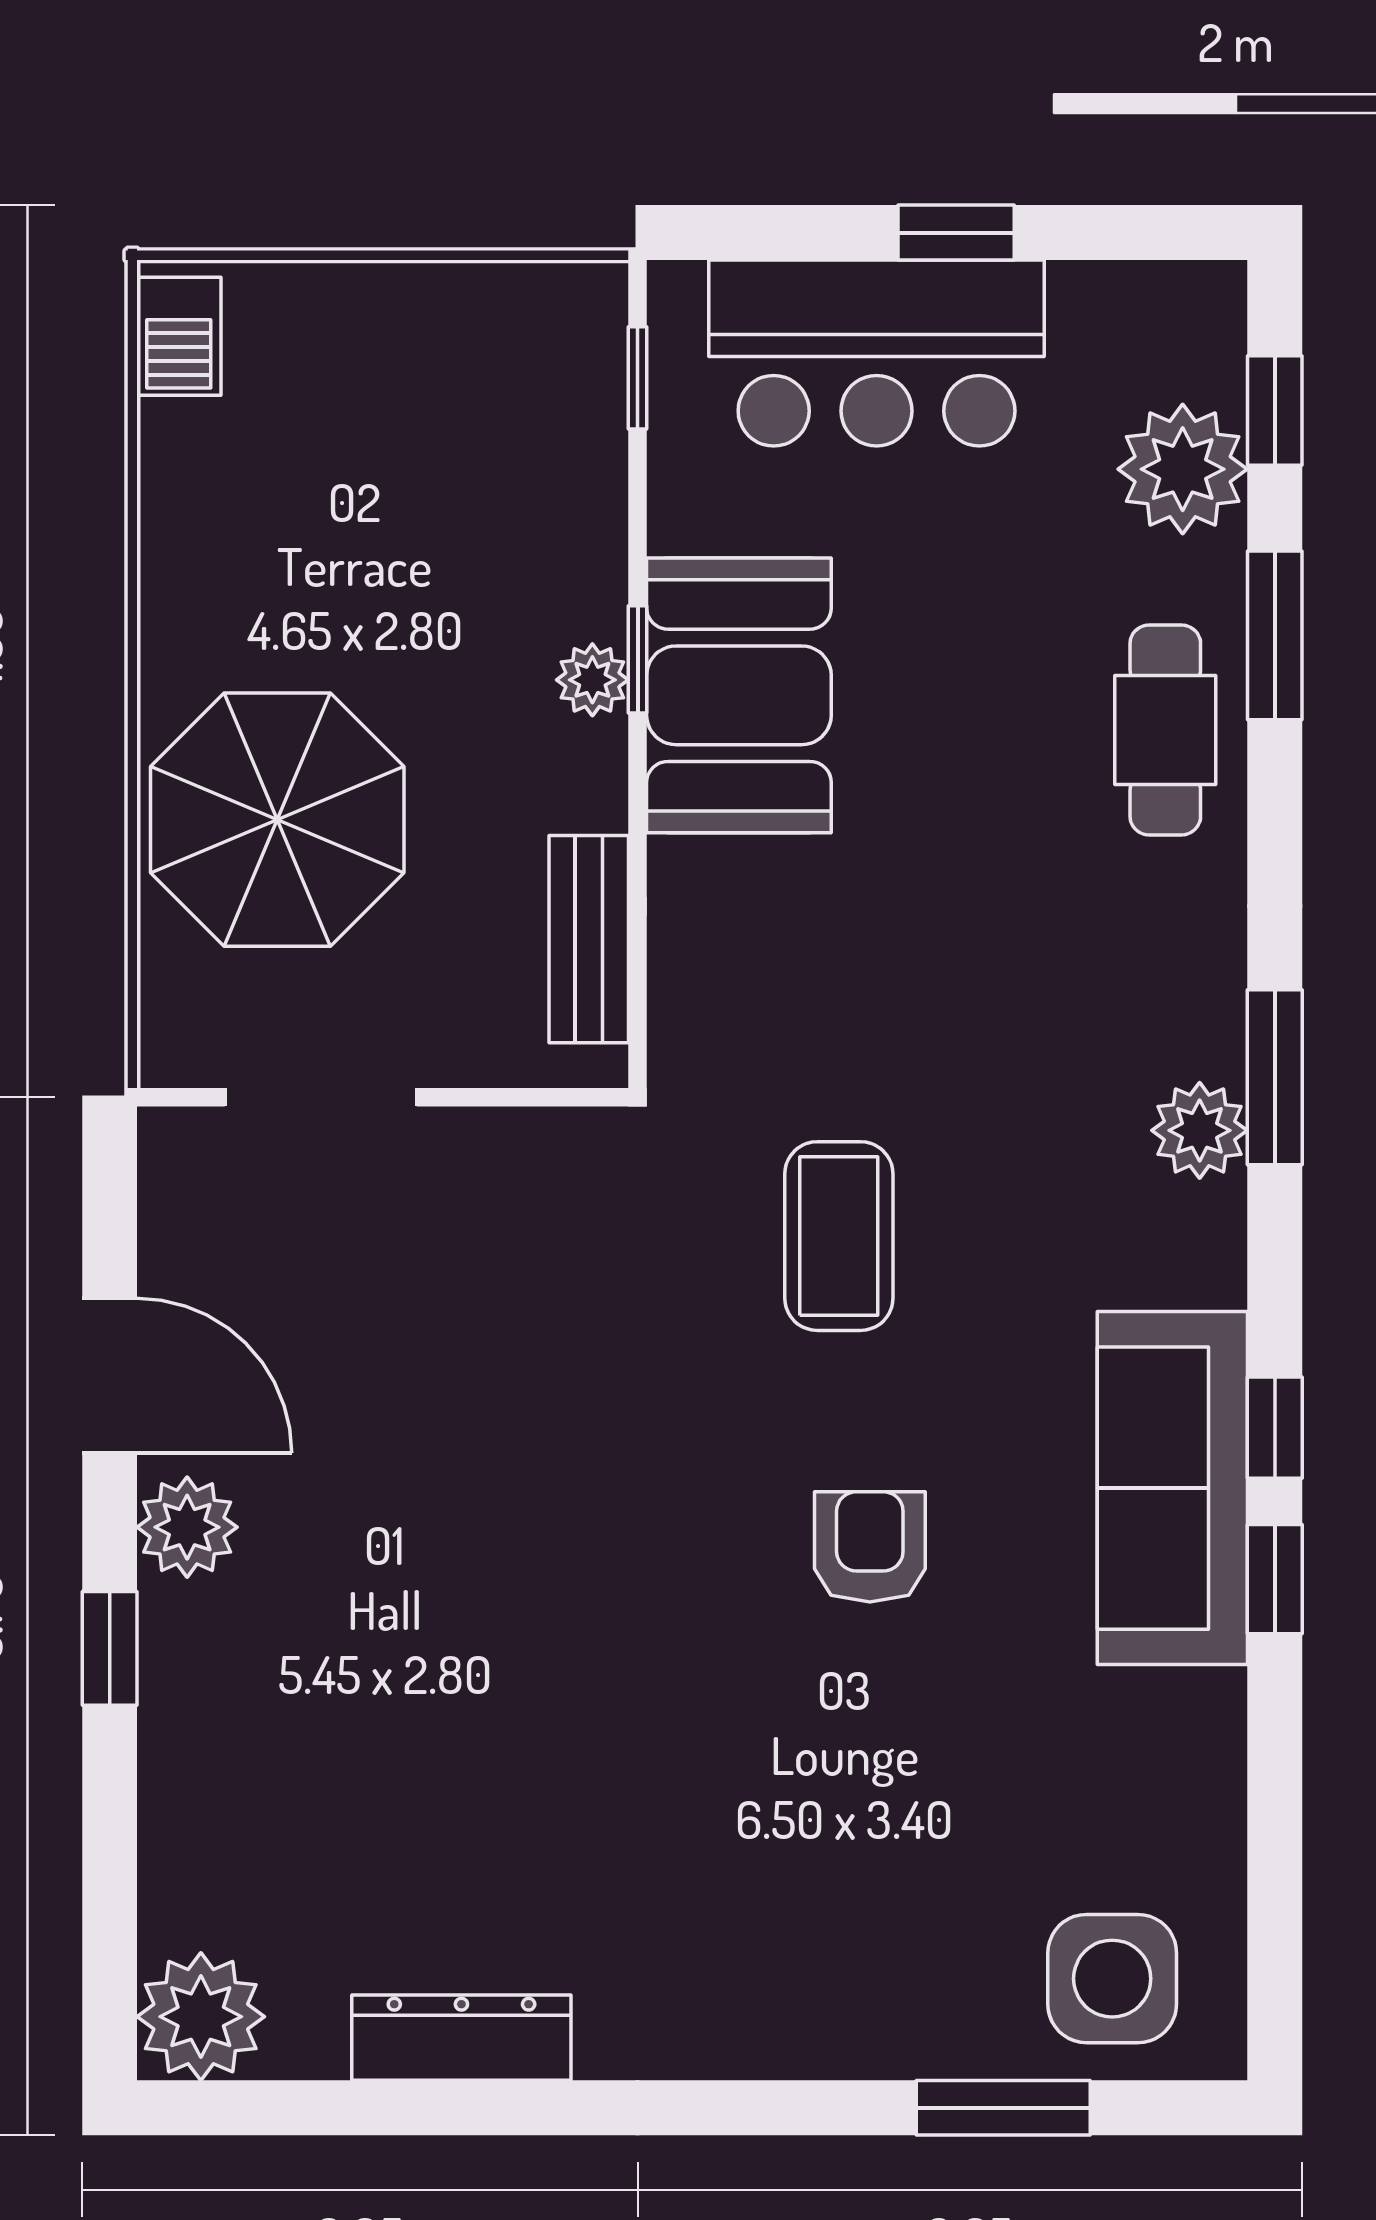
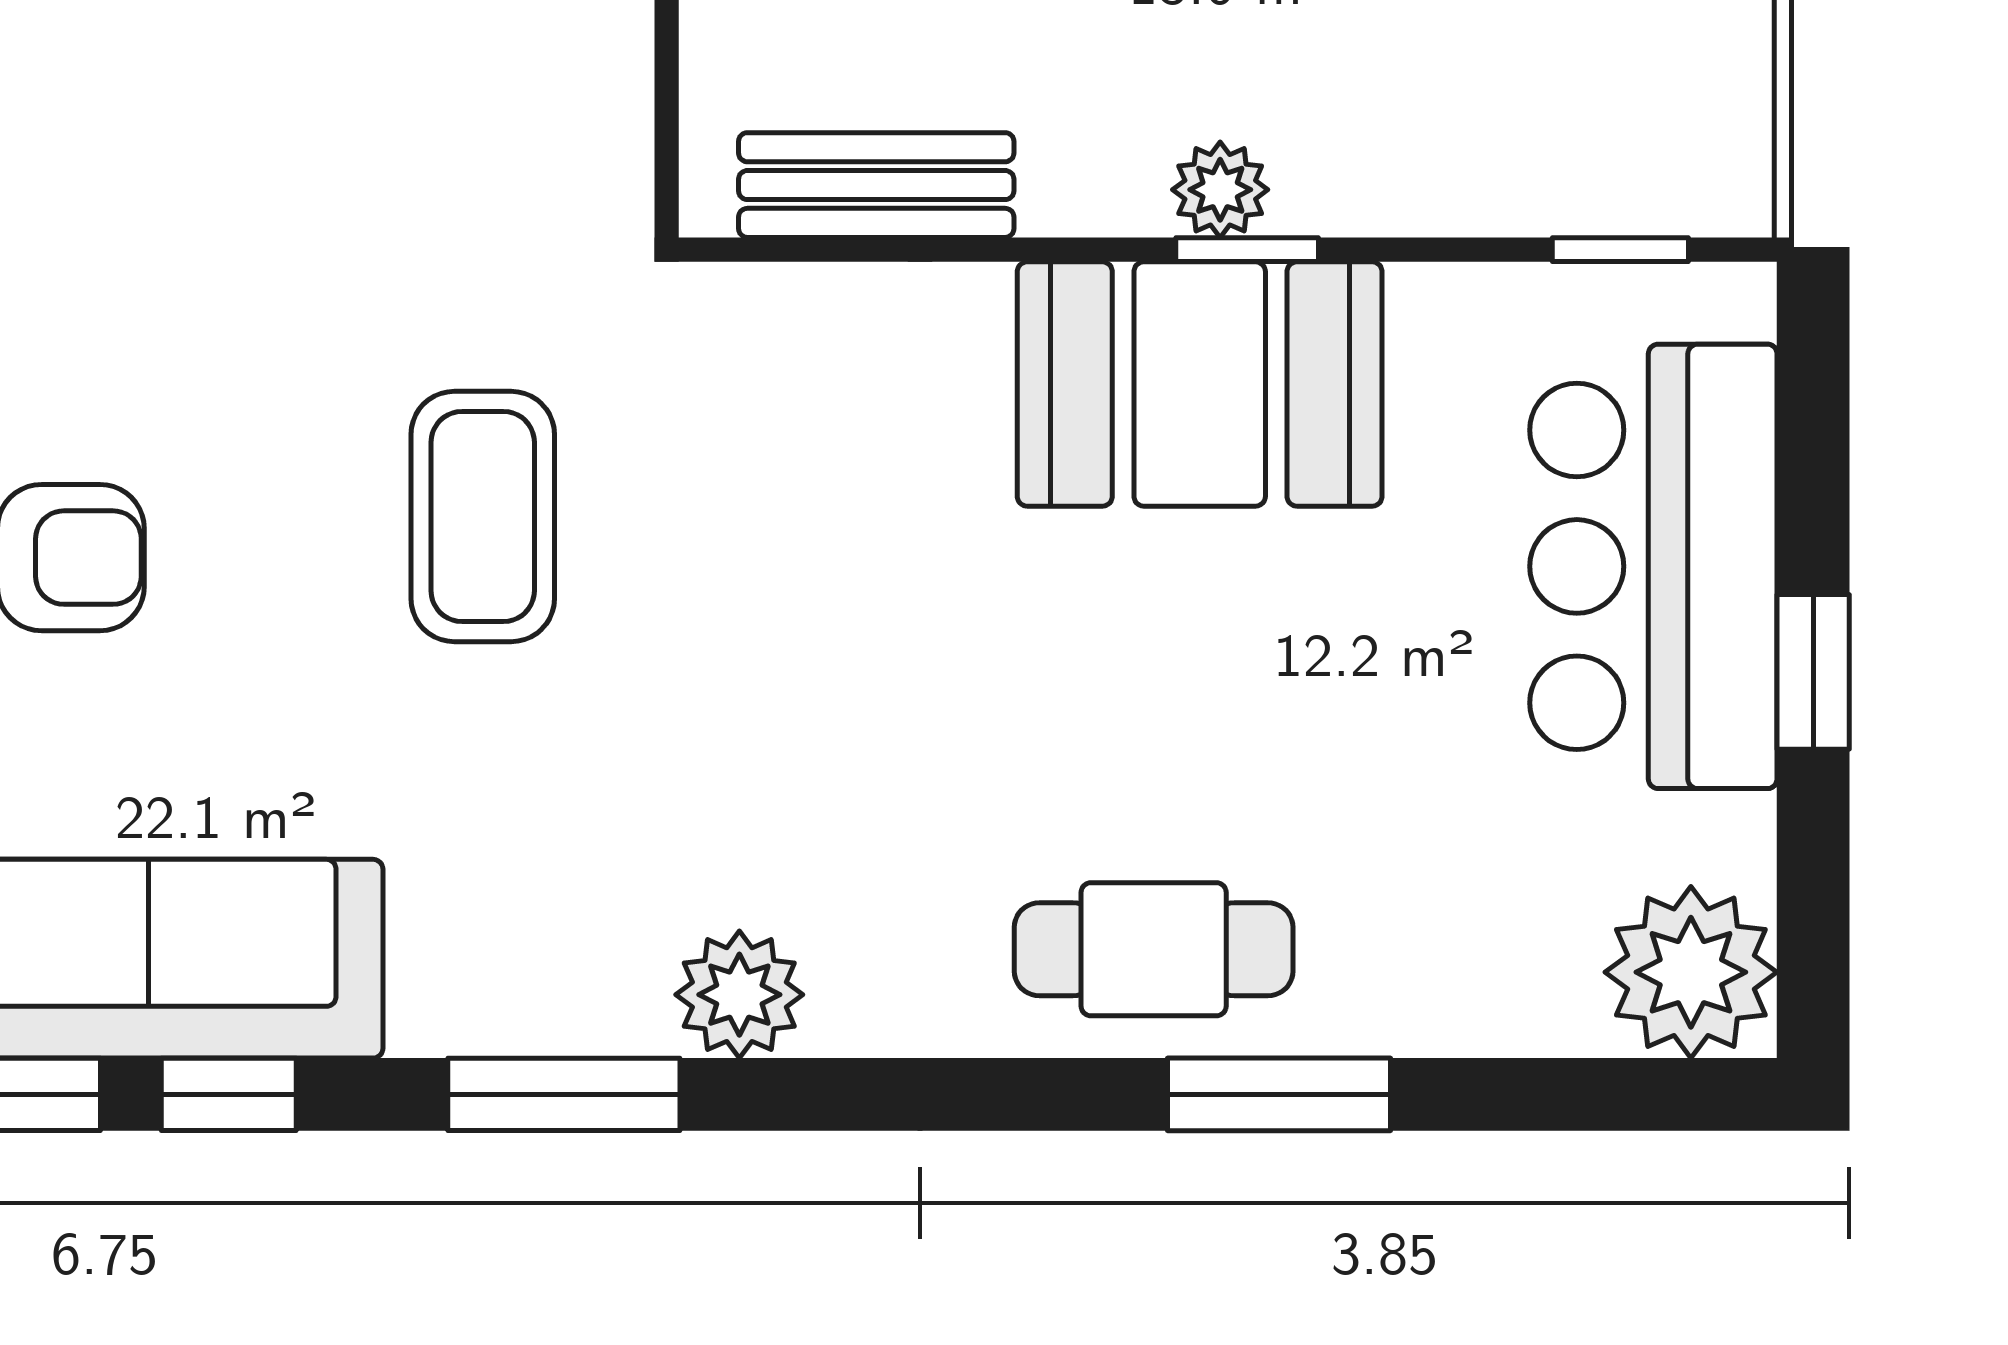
window: (1275, 411) -> (1577, 1094), removed
plant: (1183, 469) -> (1691, 972), moved
window: (1275, 1077) -> (564, 1094), moved
plant: (1200, 1130) -> (739, 995), moved
coffee table: (839, 1236) -> (483, 516), turned 90

